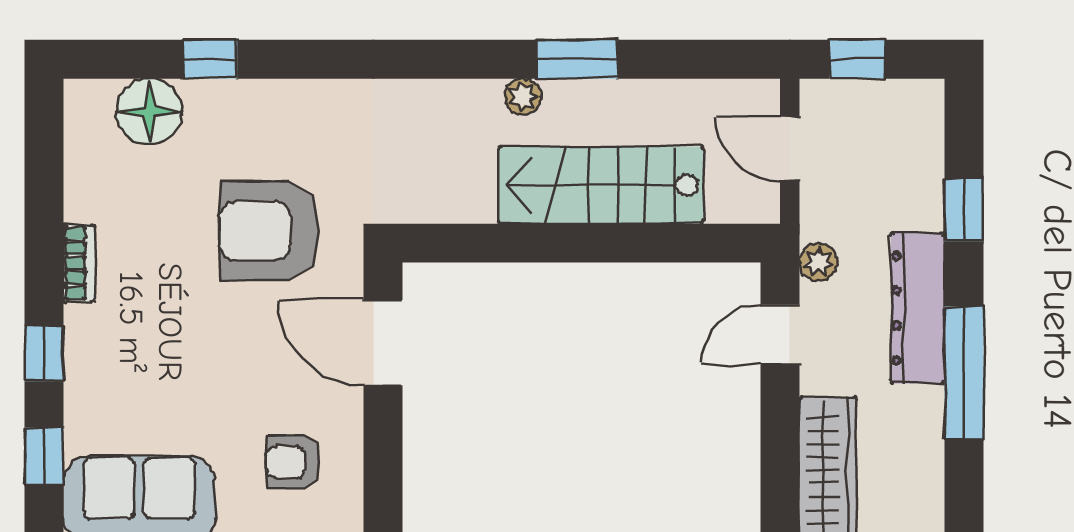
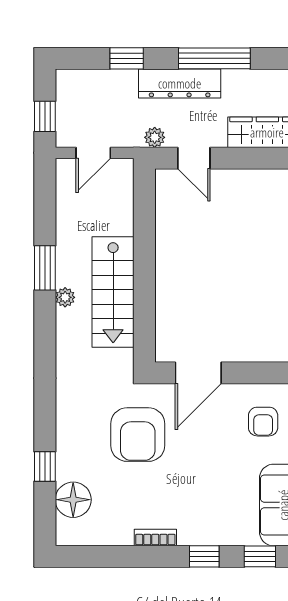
stairs: (601, 185) -> (113, 292), moved

